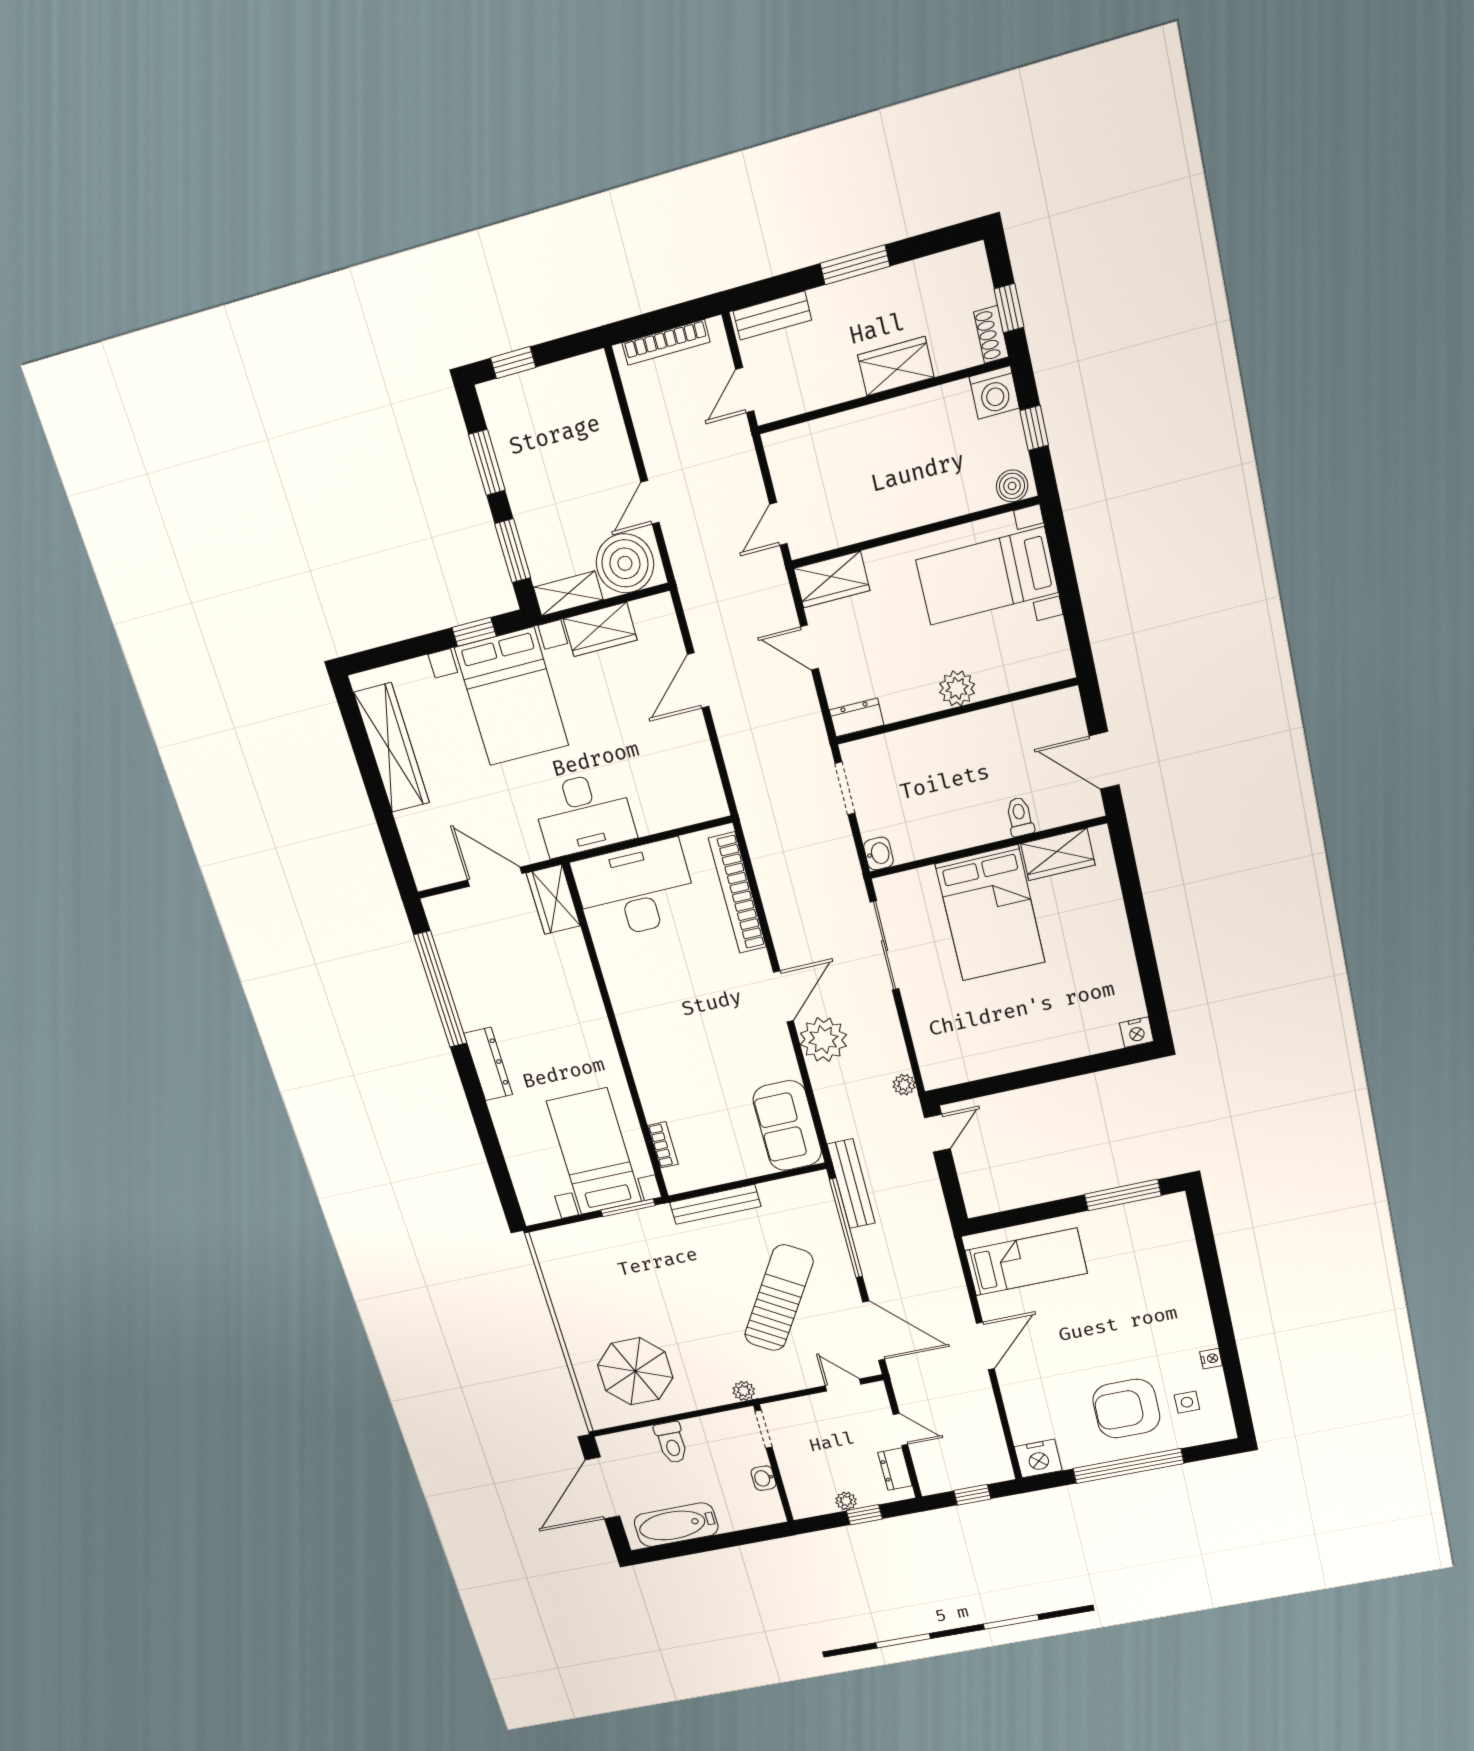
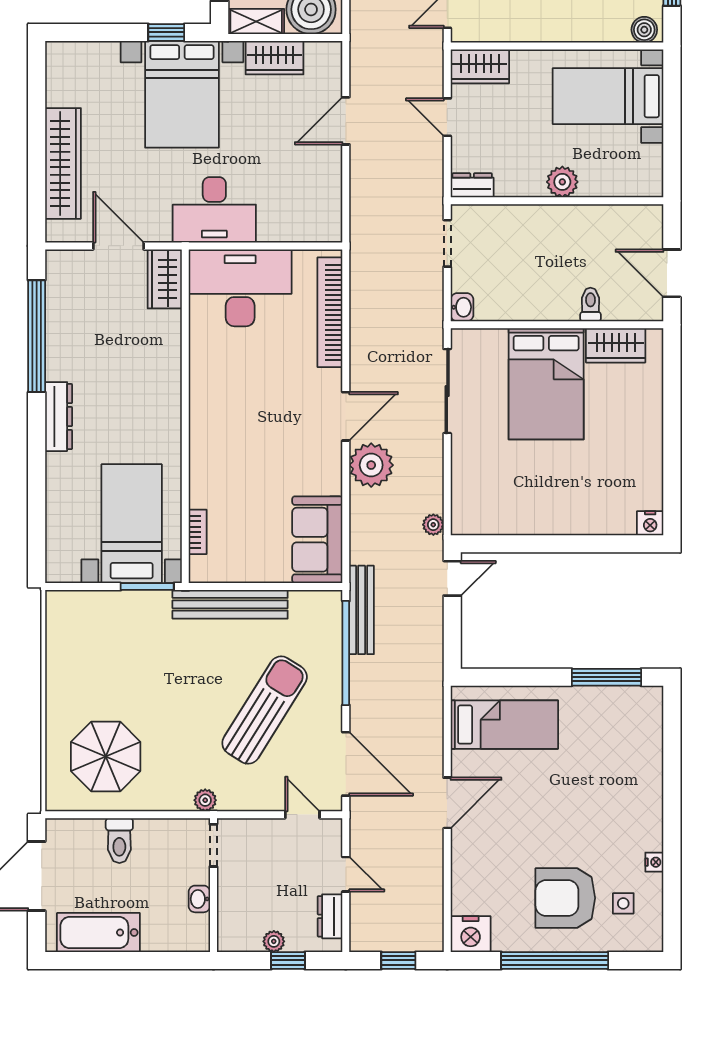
wardrobe: (392, 748) -> (63, 163), moved
bench: (715, 1204) -> (230, 604), width x1.37, depth x1.21

